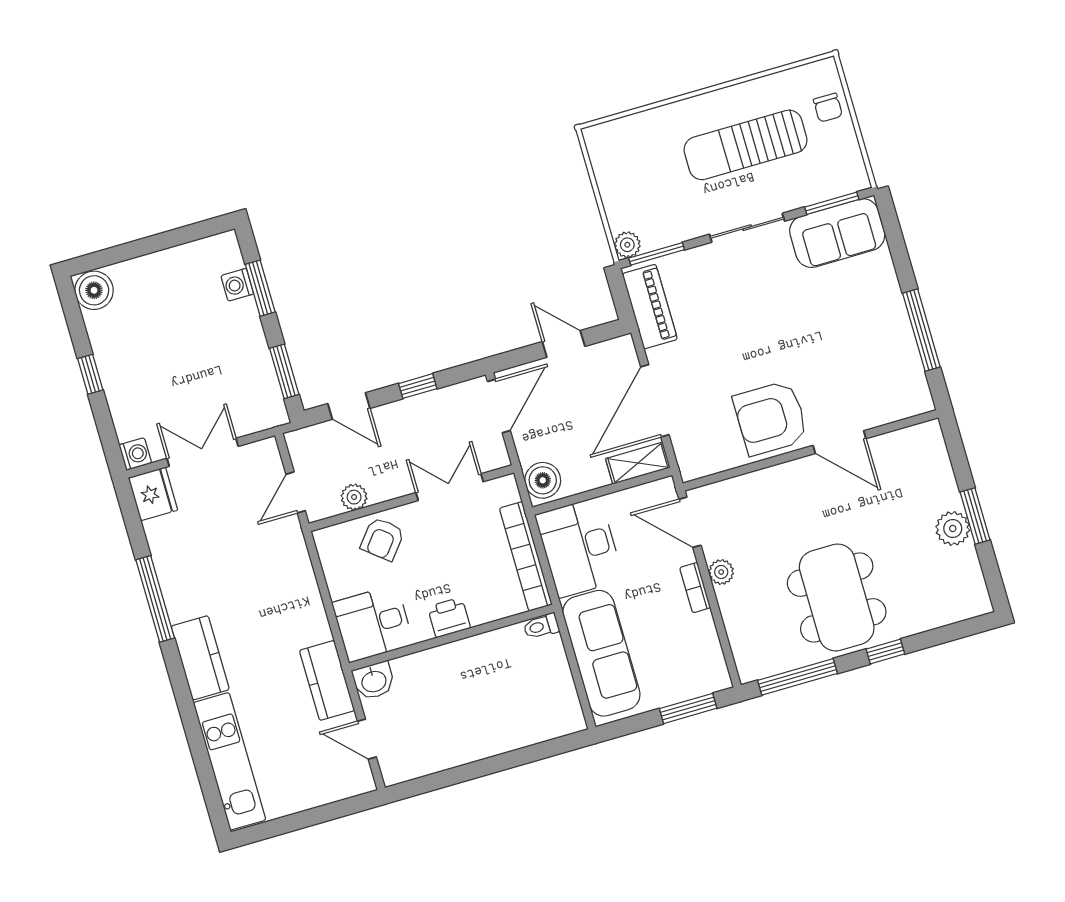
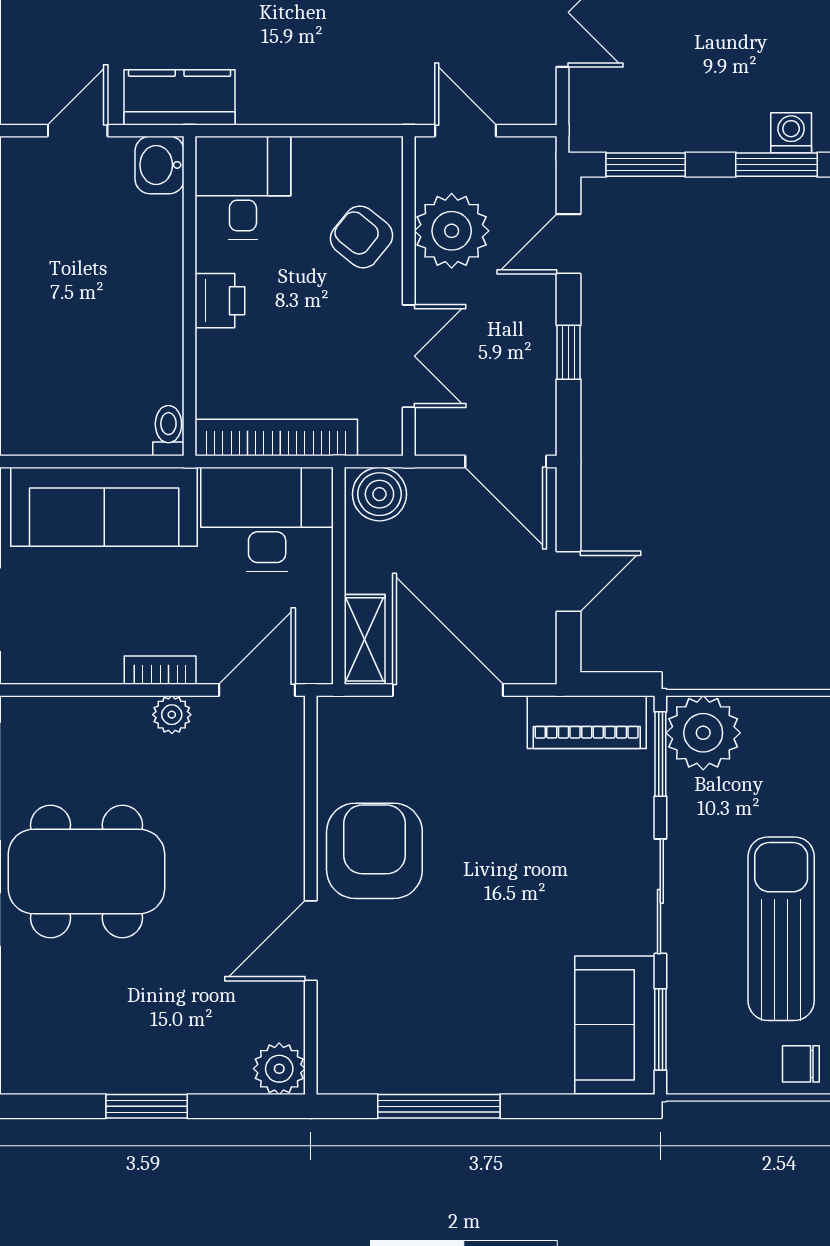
plant: (627, 245) -> (703, 733), width x1.87, depth x1.87
plant: (354, 497) -> (452, 231), width x1.88, depth x1.88
plant: (953, 528) -> (279, 1069), moved

